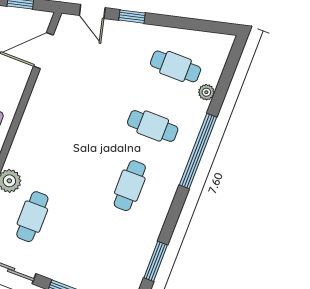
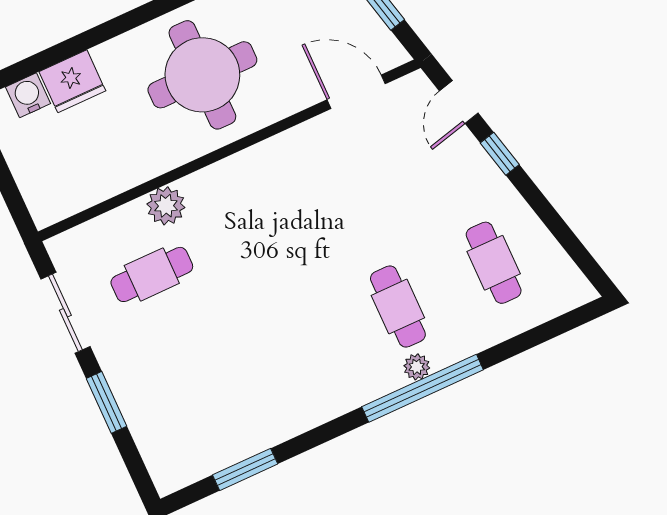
plant: (206, 92) -> (417, 367), moved
cafe table: (130, 186) -> (302, 350), removed

